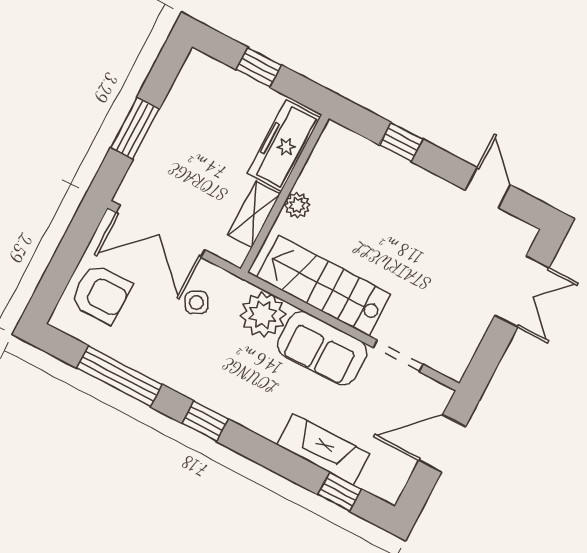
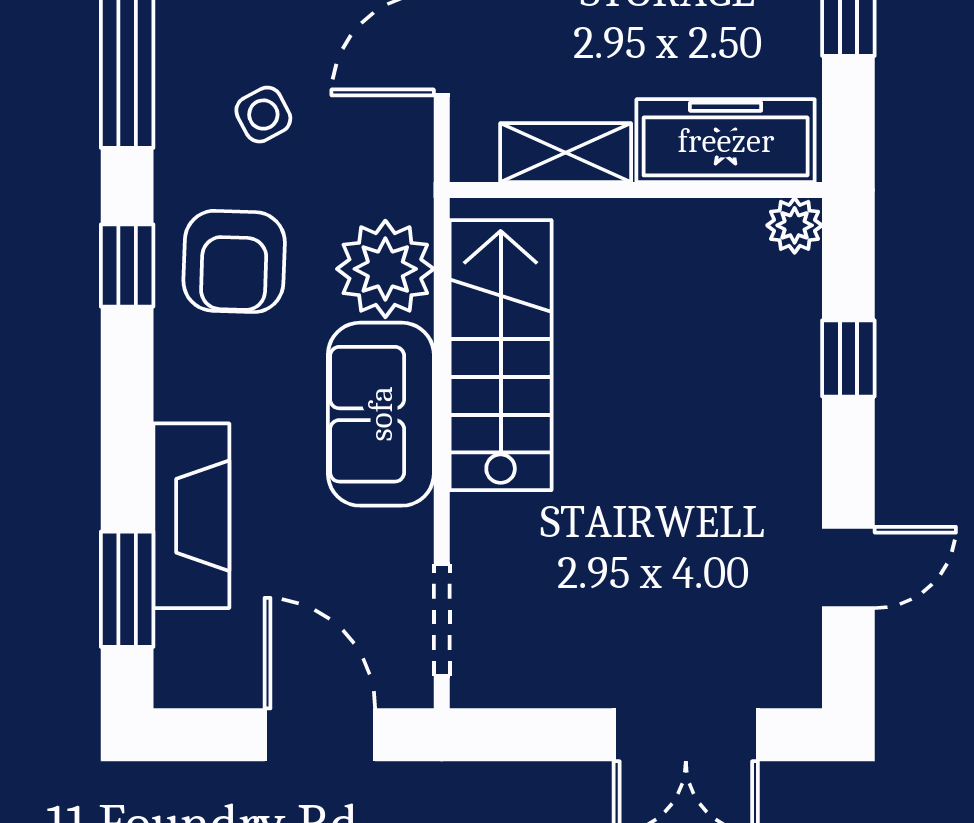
plant: (297, 205) -> (795, 225), moved
side table: (196, 302) -> (263, 115), moved
doorway: (398, 356) -> (442, 620), moved
armchair: (227, 376) -> (234, 261), added
window: (340, 492) -> (127, 589), width x1.50

